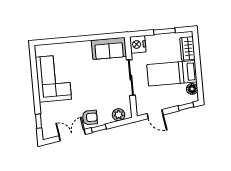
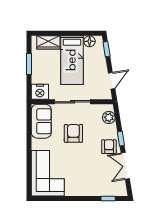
corner sofa: (53, 78) -> (48, 173), moved, turned 90
armchair: (100, 81) -> (73, 133), added

